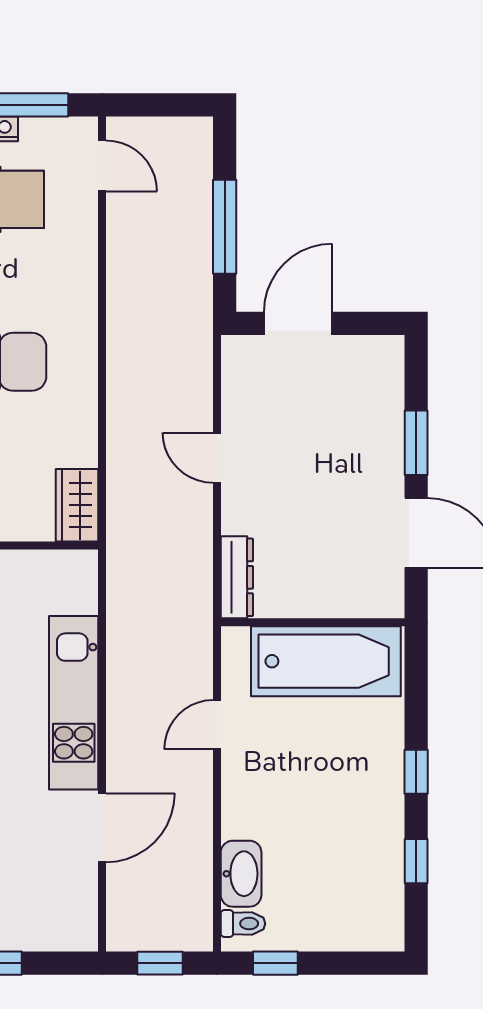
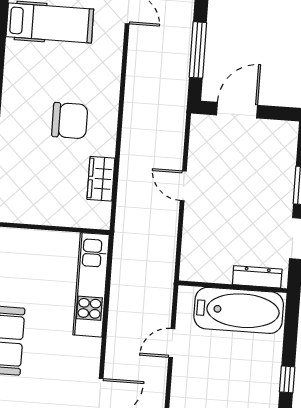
wardrobe: (77, 505) -> (101, 179), moved
dresser: (237, 577) -> (257, 277), moved, turned -90
kitchen unit: (74, 703) -> (91, 285), moved

